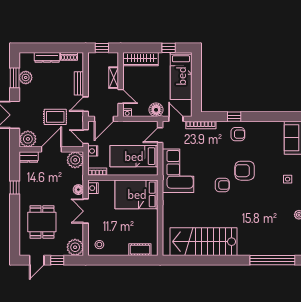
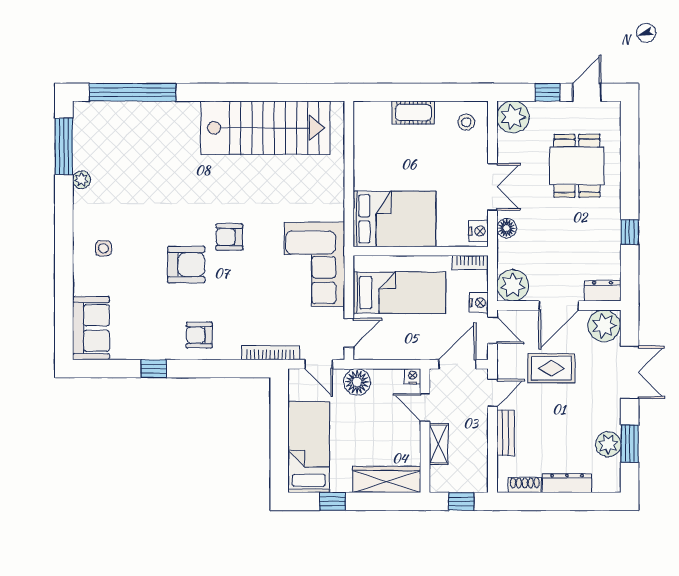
window: (234, 117) -> (154, 369), moved
cot: (140, 250) -> (413, 113), moved

